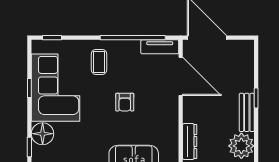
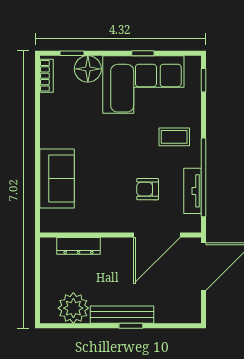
tv unit: (160, 47) -> (192, 191), moved
armchair: (125, 102) -> (148, 189), moved
bench: (247, 112) -> (122, 315), width x1.36

